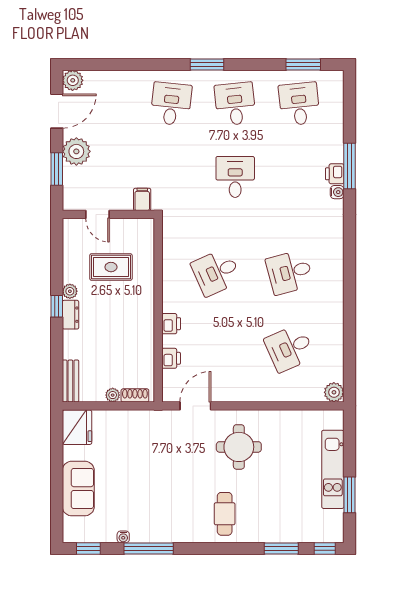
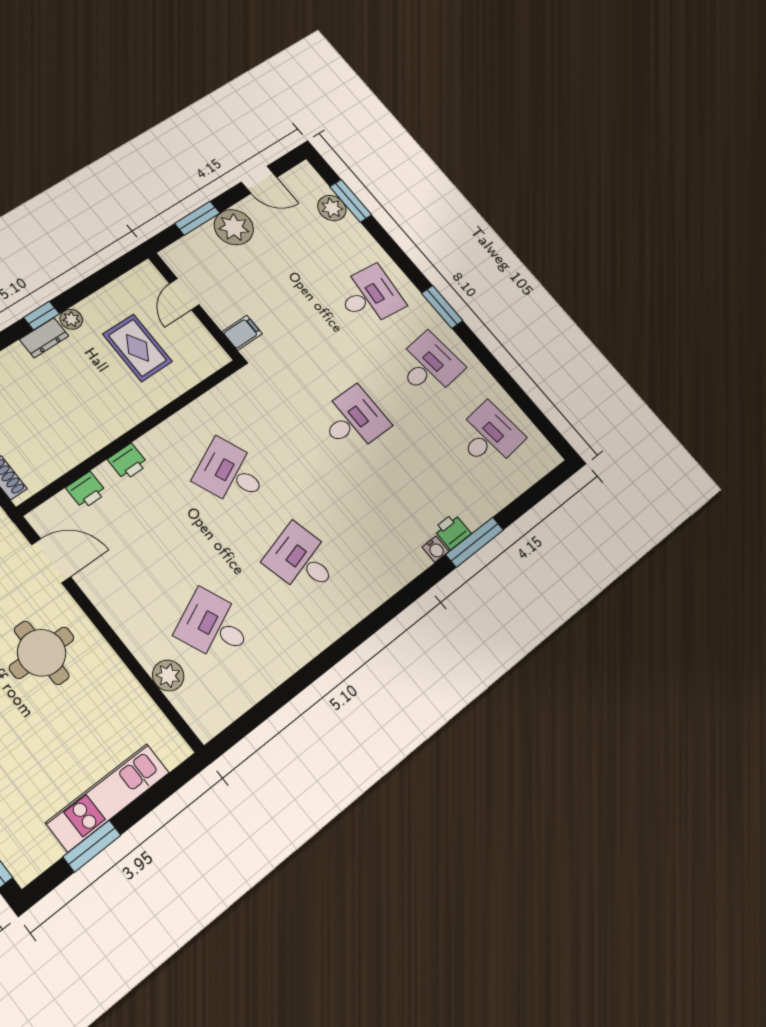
window: (303, 64) -> (351, 201), moved
plant: (73, 80) -> (332, 208), moved
door: (57, 111) -> (259, 180), width x0.73
plant: (334, 392) -> (168, 676), moved

